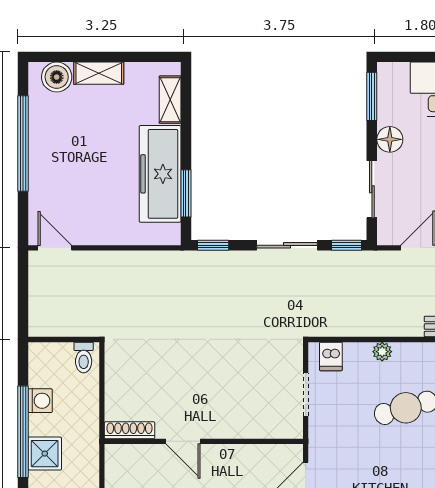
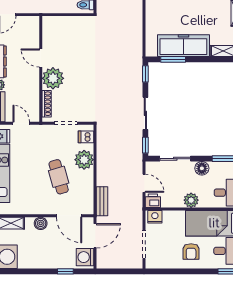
plant: (382, 352) -> (84, 160), width x1.87, depth x1.87
plant: (221, 418) -> (53, 78), added
shoe rack: (130, 430) -> (47, 104), moved
door: (183, 441) -> (41, 58), hinge flipped

